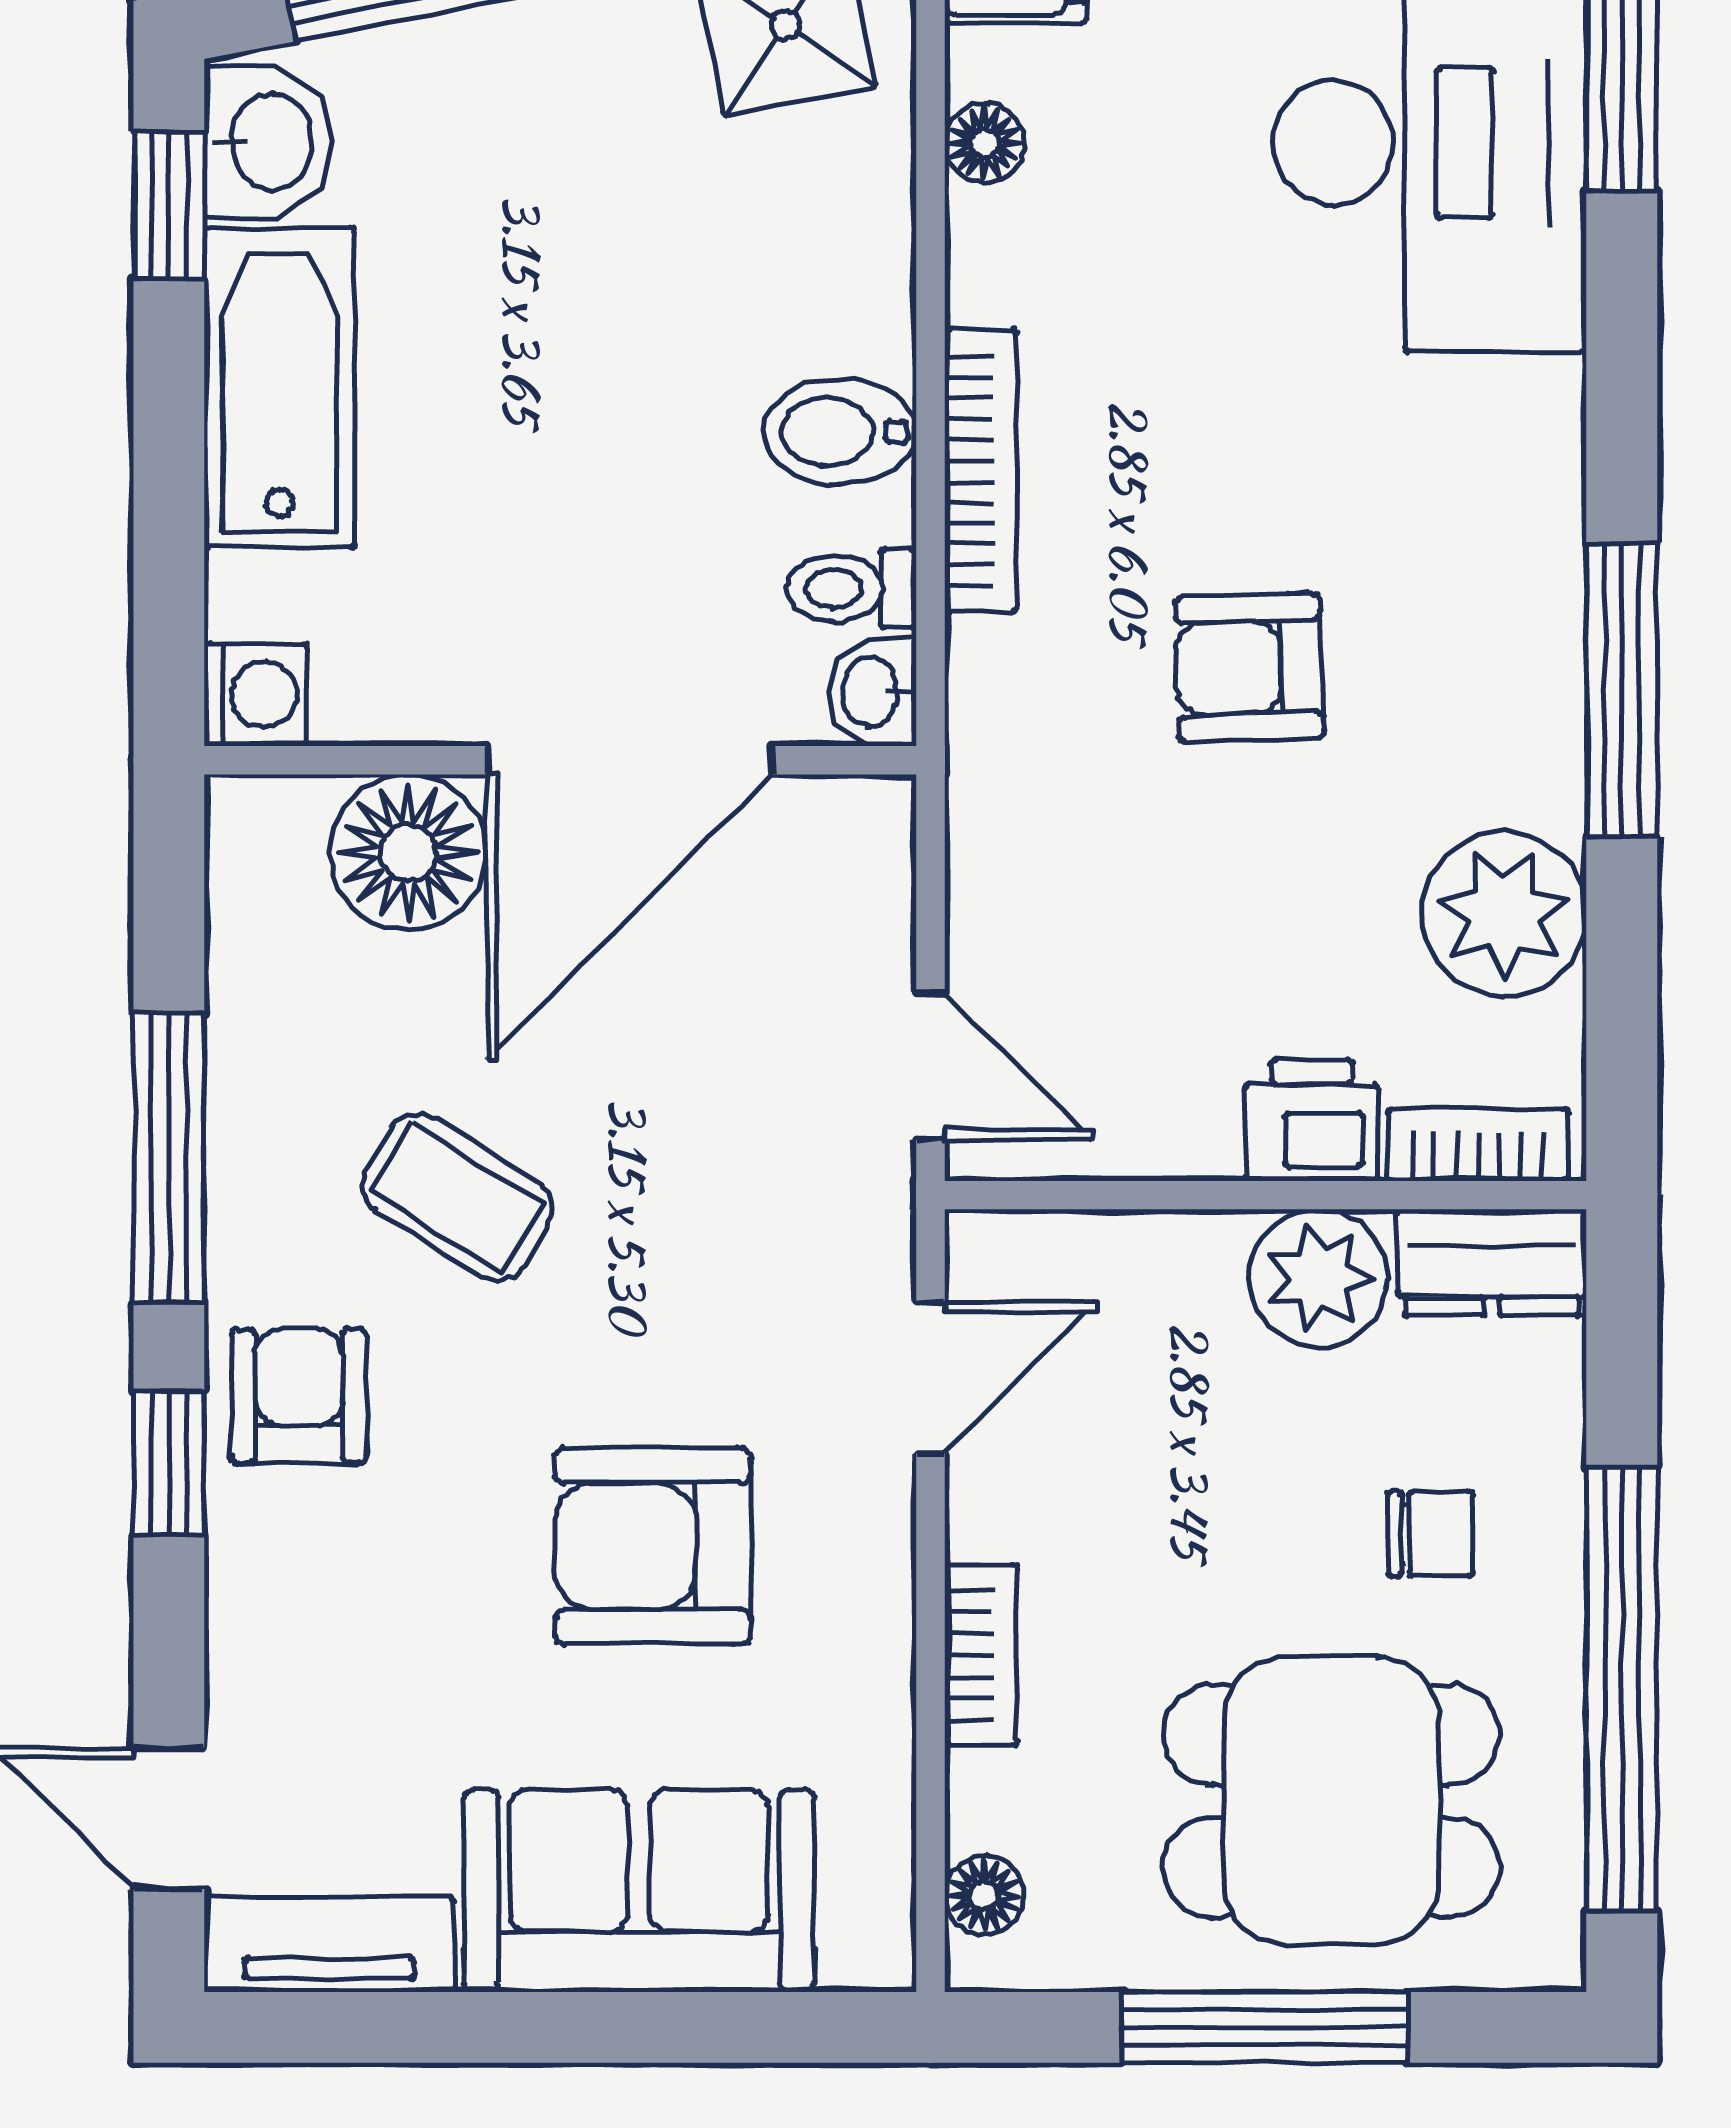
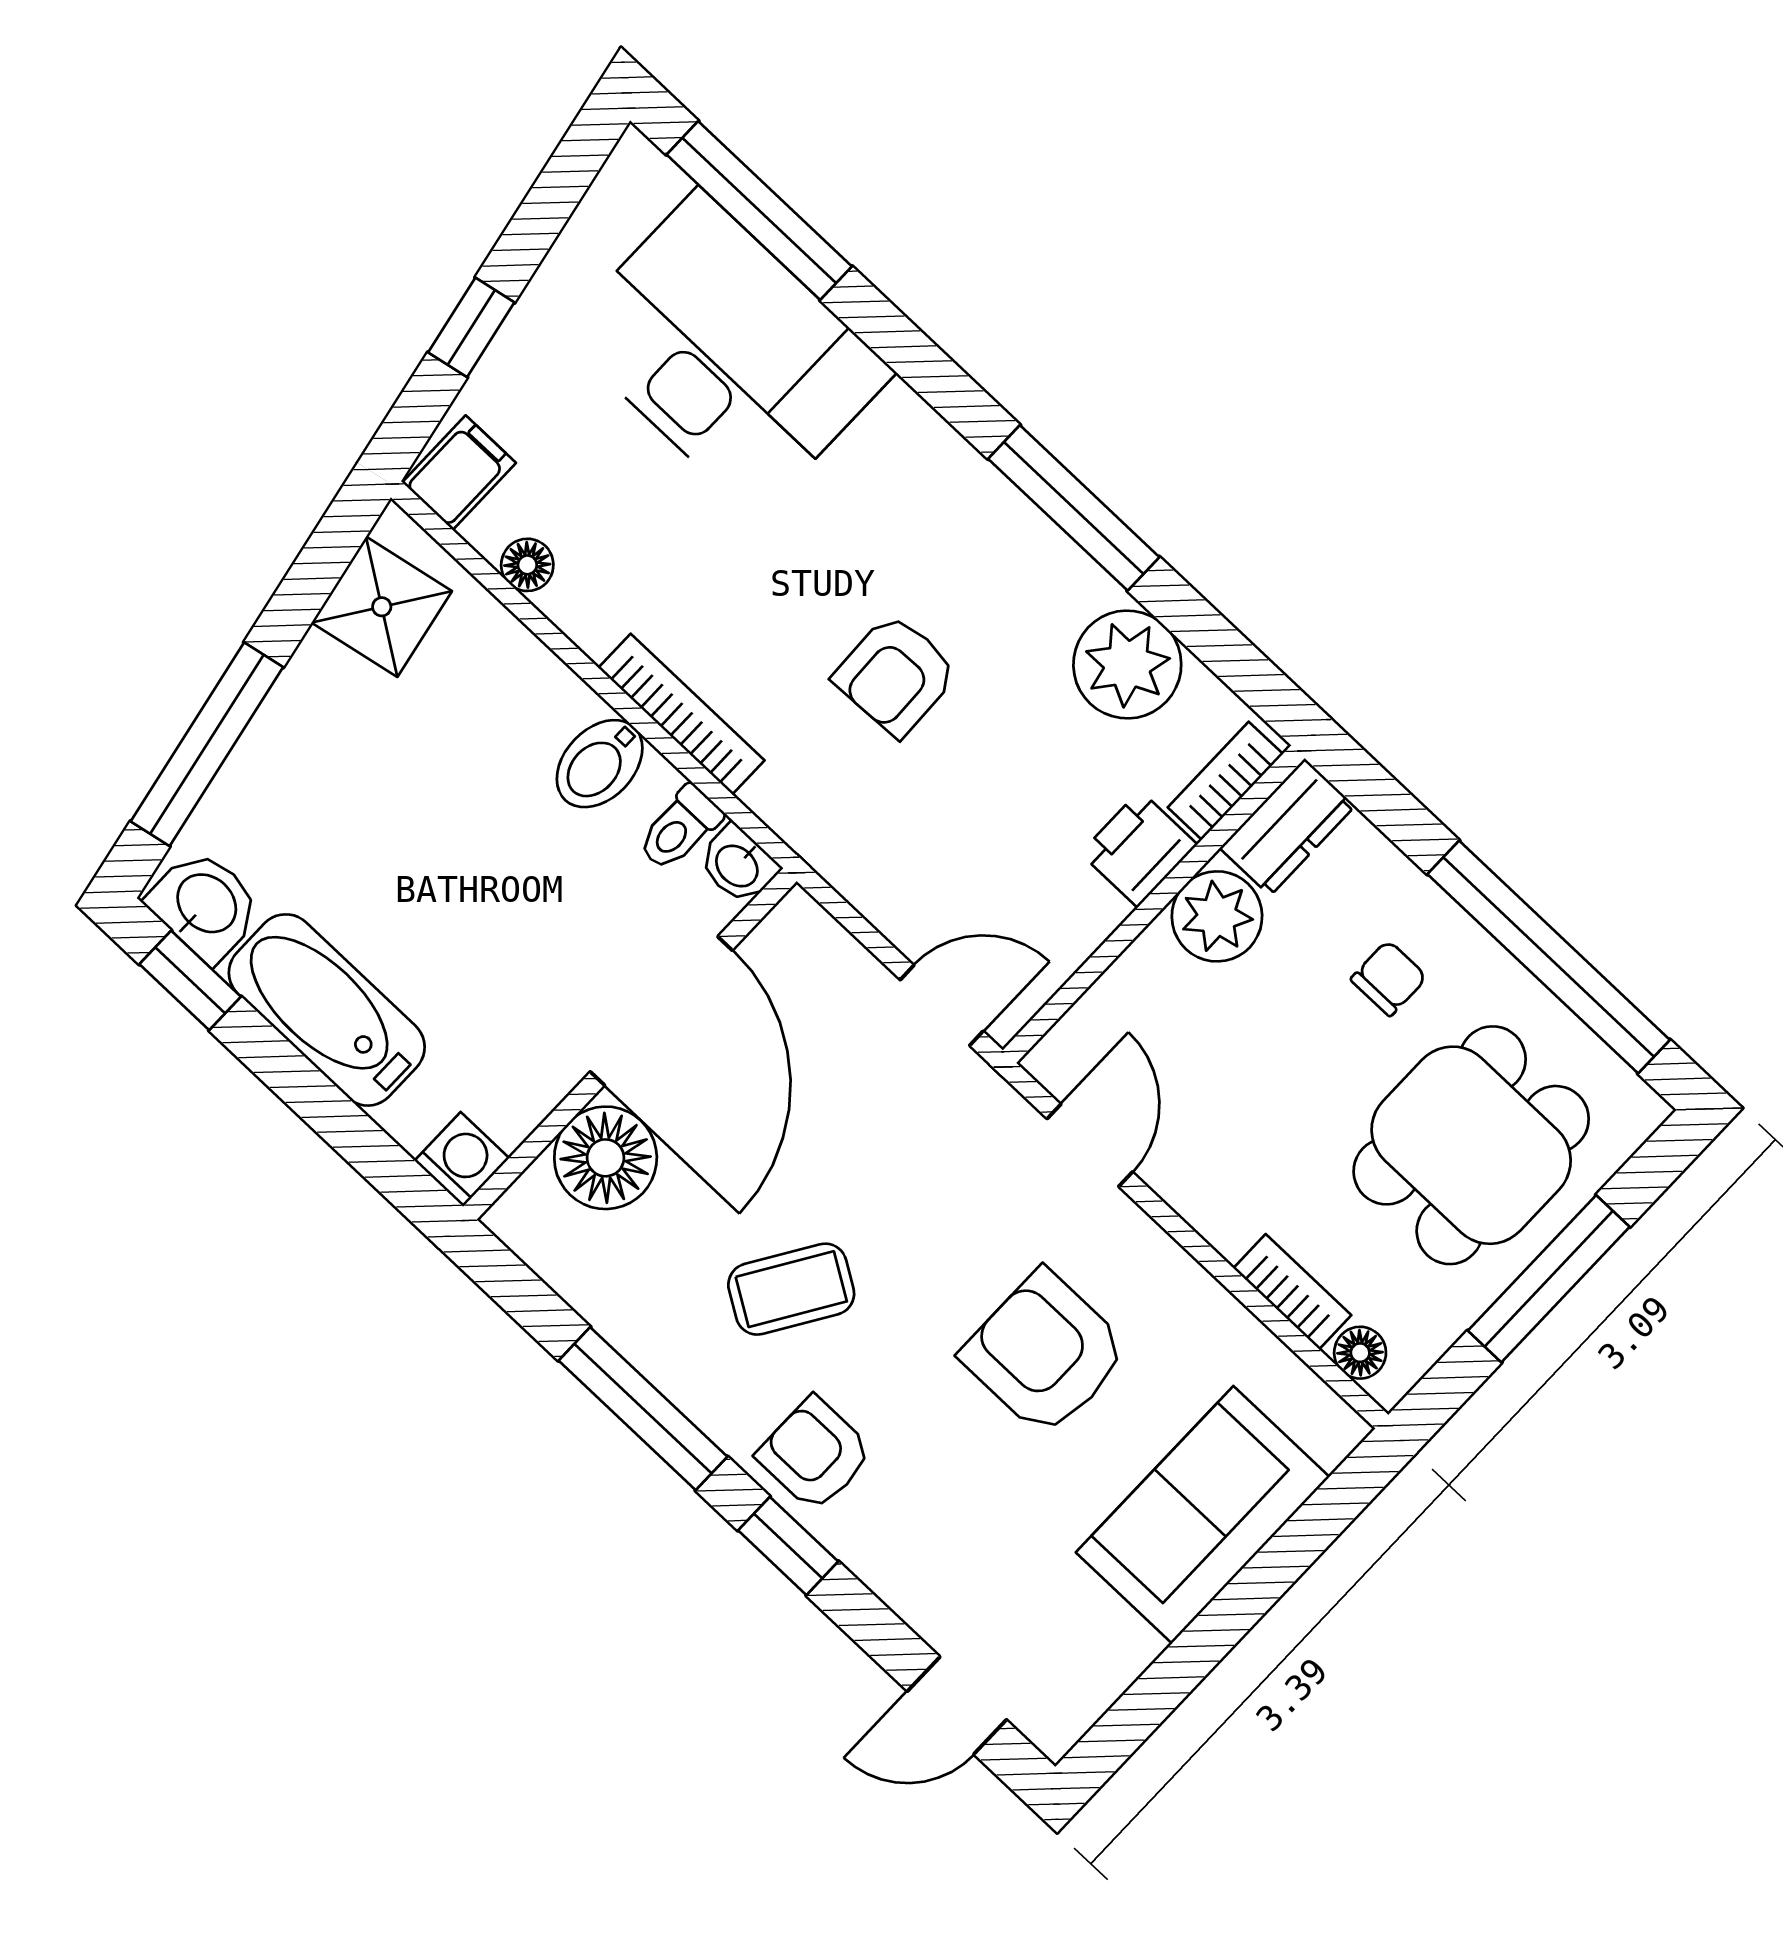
armchair: (653, 1546) -> (1045, 1353), turned 90
bookcase: (981, 1655) -> (1292, 1292), moved
tv unit: (329, 1944) -> (1089, 1686), removed

